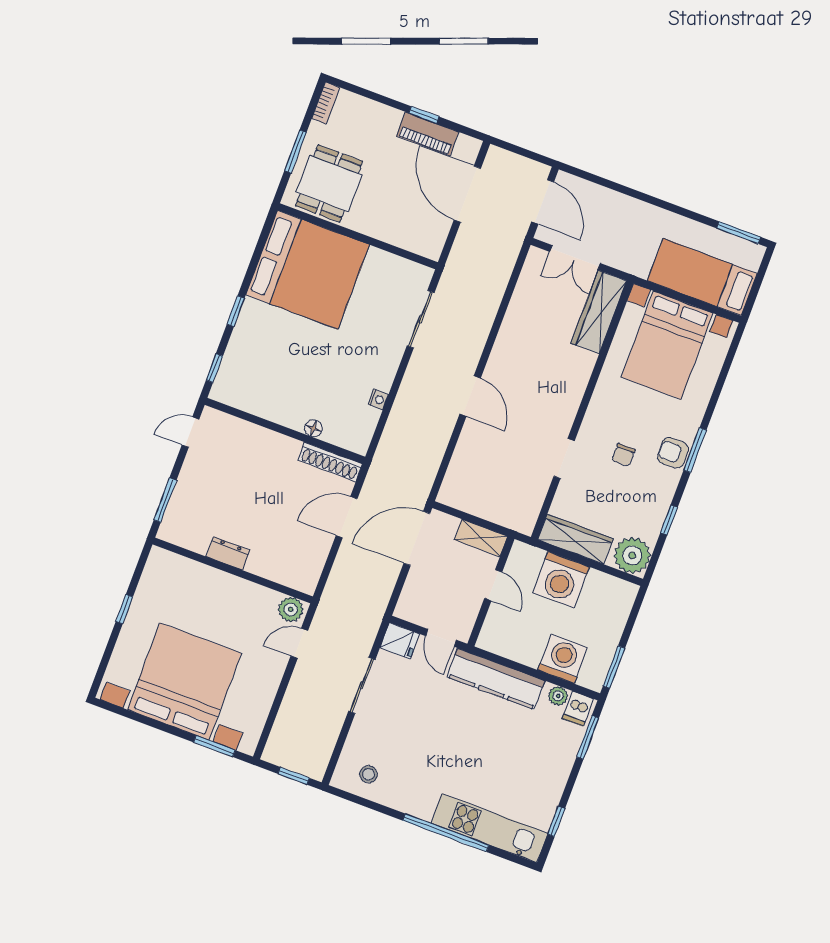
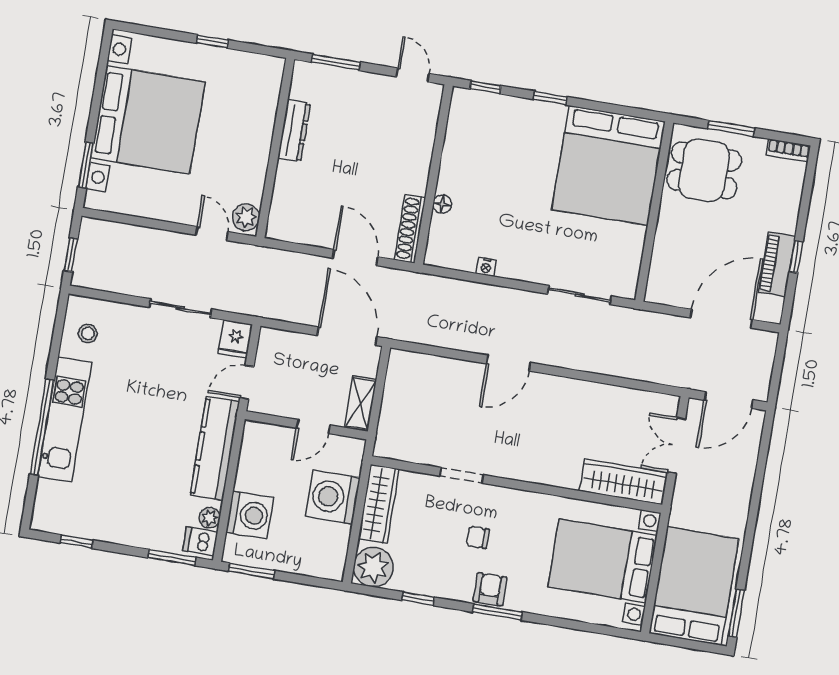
bed: (702, 277) -> (694, 586), width x1.50
dresser: (228, 553) -> (294, 131), width x1.44
kitchen unit: (490, 828) -> (65, 420), moved

